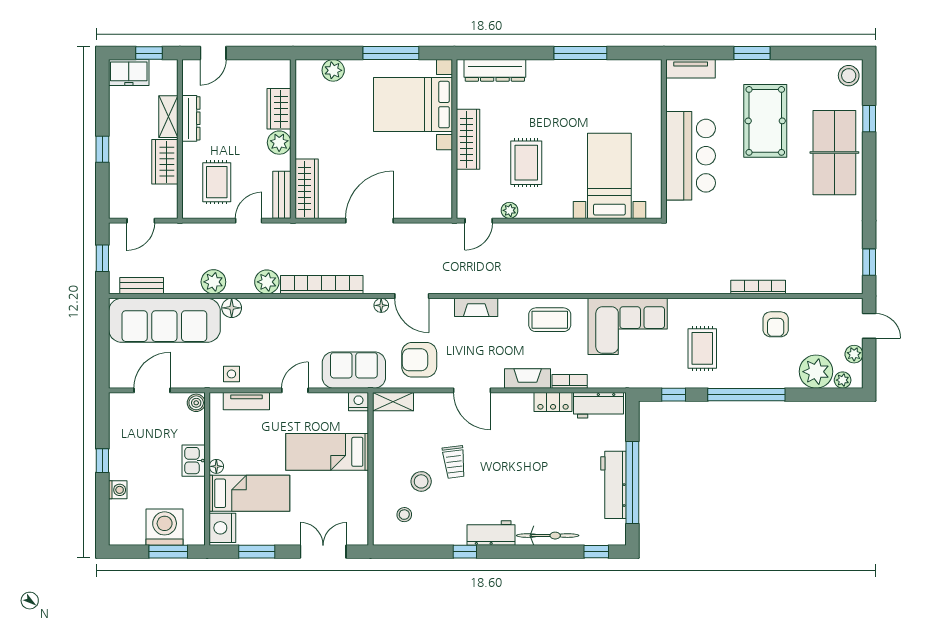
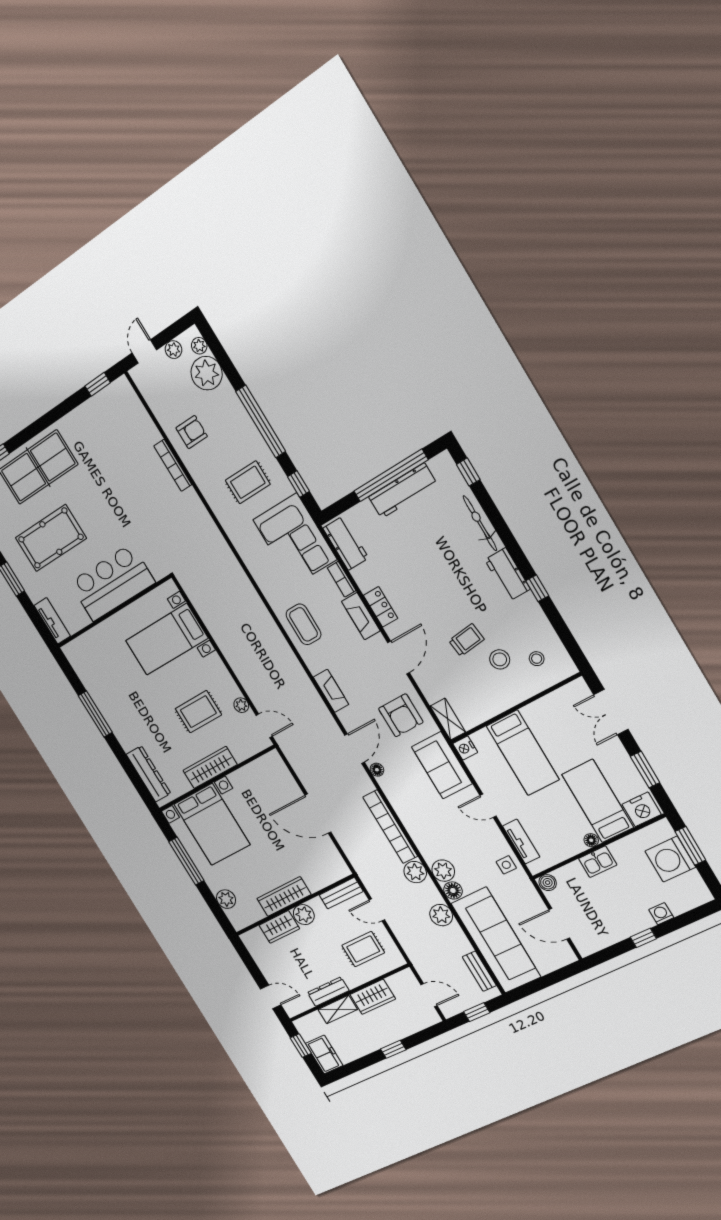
wardrobe: (307, 189) -> (284, 897), moved
plant: (255, 310) -> (443, 871), added
corner sofa: (628, 326) -> (295, 540), moved, turned 180
locker: (553, 402) -> (381, 607), moved

